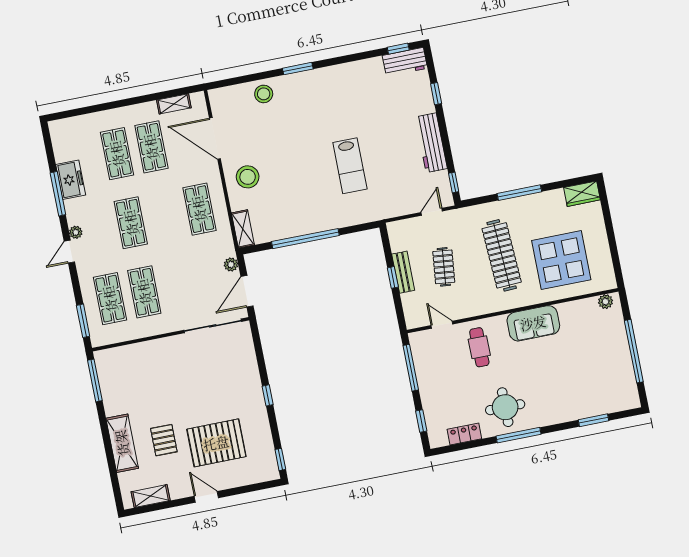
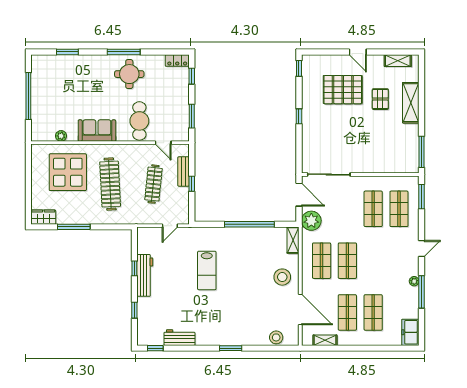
workbench: (405, 62) -> (179, 338), moved
stool: (264, 94) -> (276, 337), moved
lab bench: (350, 166) -> (207, 270), turned 180
freezer: (71, 180) -> (410, 332), moved
window: (454, 182) -> (134, 268), moved
window: (519, 193) -> (74, 227), moved
door: (432, 212) -> (170, 226), moved
shop shelf: (131, 223) -> (347, 261), moved
plant: (76, 232) -> (414, 281), moved
plant: (231, 264) -> (311, 221), width x1.88, depth x1.88
clothes rail: (444, 267) -> (153, 184), width x1.36
bench: (403, 272) -> (184, 171), moved
door: (247, 291) -> (299, 195), hinge flipped
plant: (605, 302) -> (61, 136), moved
cafe table: (479, 347) -> (139, 121), width x1.37, depth x1.35
window: (411, 368) -> (192, 116), width x0.69
locker: (464, 434) -> (177, 60), moved

